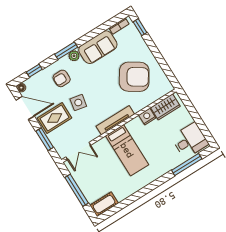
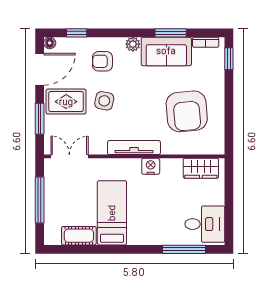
window: (66, 51) -> (171, 33), moved
armchair: (134, 77) -> (187, 111), turned 52
door: (25, 108) -> (40, 69), hinge flipped
nightstand: (147, 117) -> (151, 166), moved
bed: (127, 150) -> (112, 213), moved, turned 180
double door: (78, 151) -> (69, 156), swing flipped
cot: (104, 204) -> (79, 236), moved

